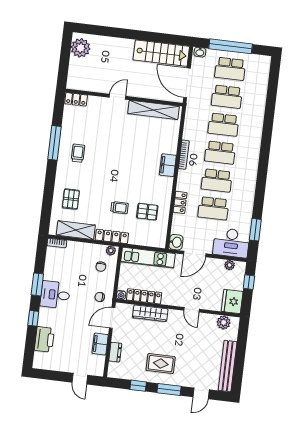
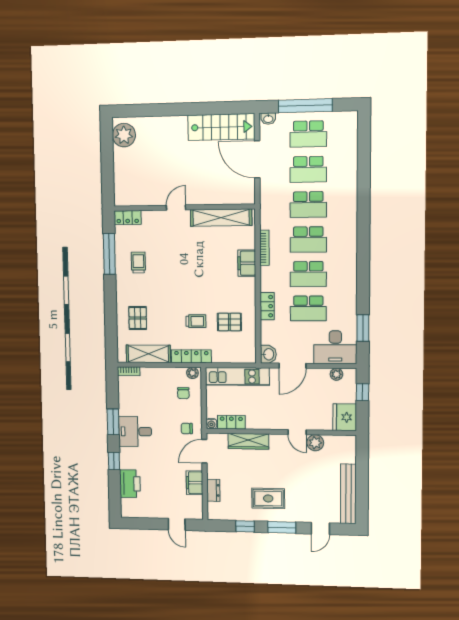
door: (117, 97) -> (176, 208), moved
wall: (124, 98) -> (184, 207), moved
locker: (76, 99) -> (128, 218), moved
shelving: (154, 110) -> (221, 218), moved
locker: (144, 296) -> (231, 422), width x0.66
plant: (224, 322) -> (315, 443), moved

